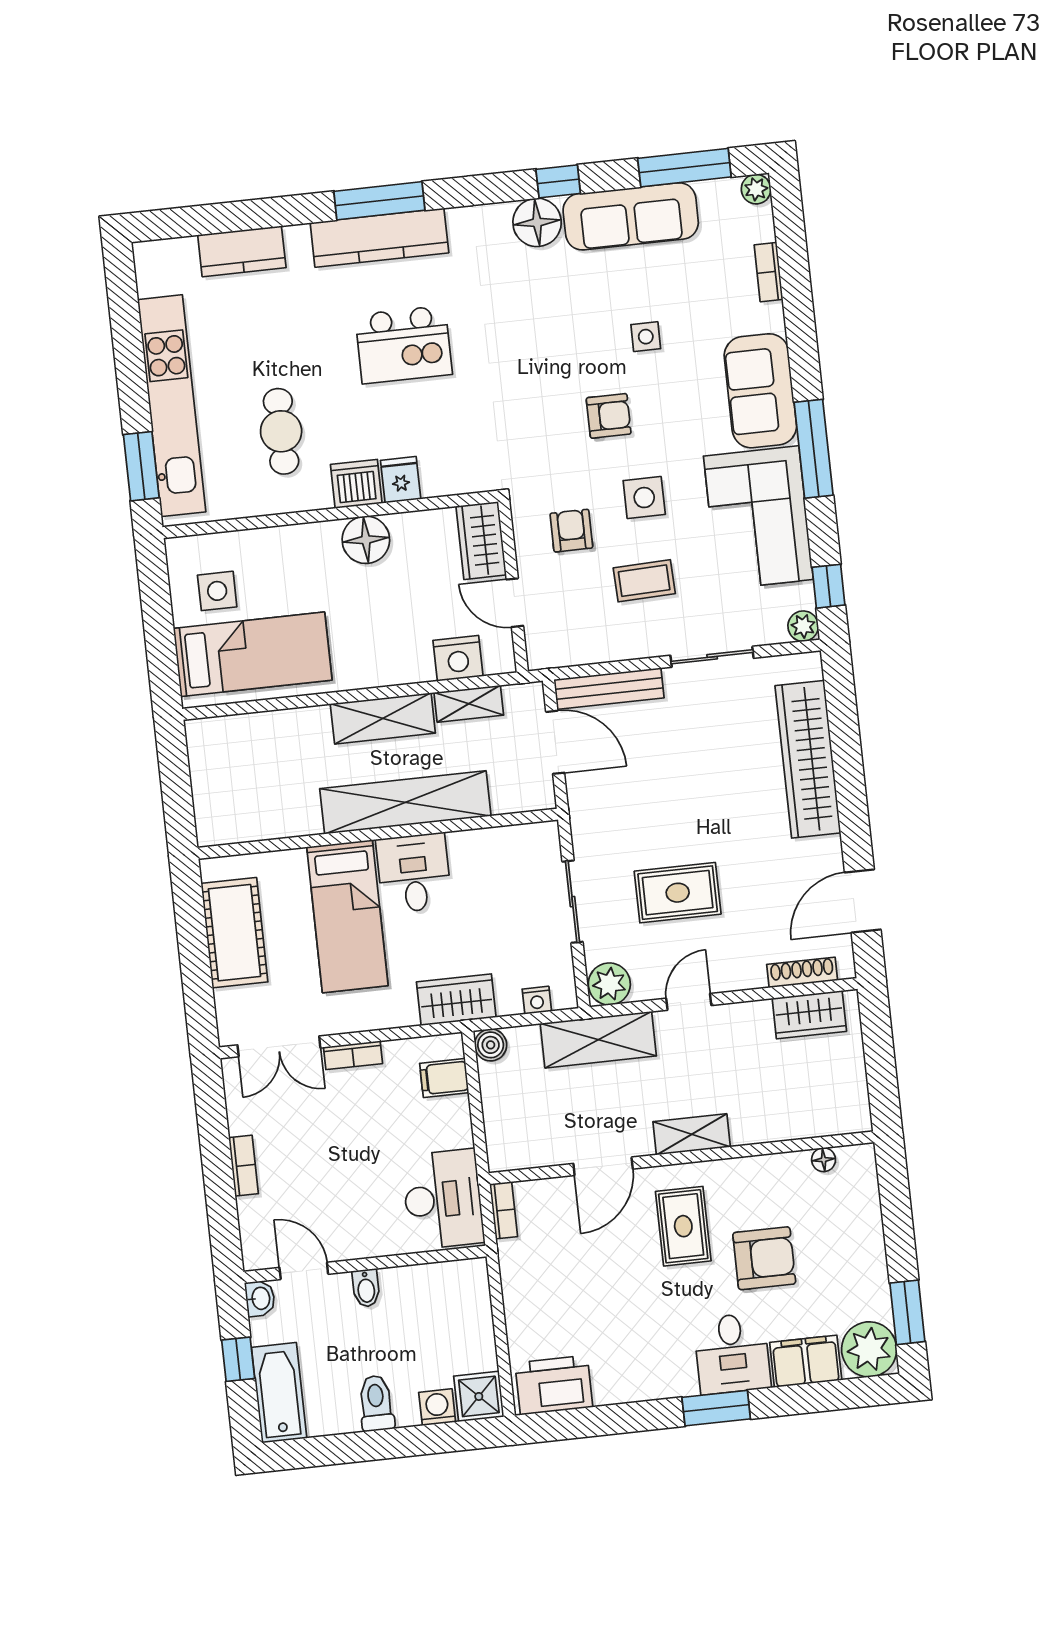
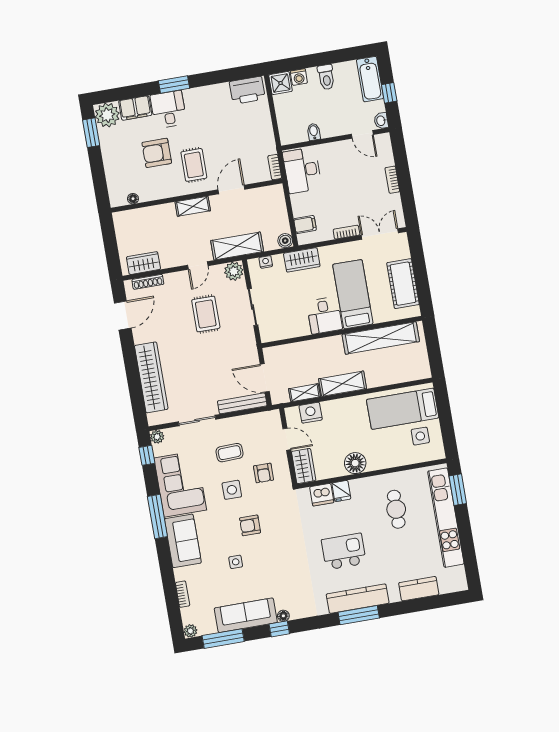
floor lamp: (537, 222) -> (283, 616), width x0.53, depth x0.53
dishwasher: (356, 484) -> (322, 495), moved
shelving: (405, 802) -> (381, 338), moved
rug: (678, 893) -> (206, 314), turned 90
bidet: (366, 1288) -> (314, 132), moved

